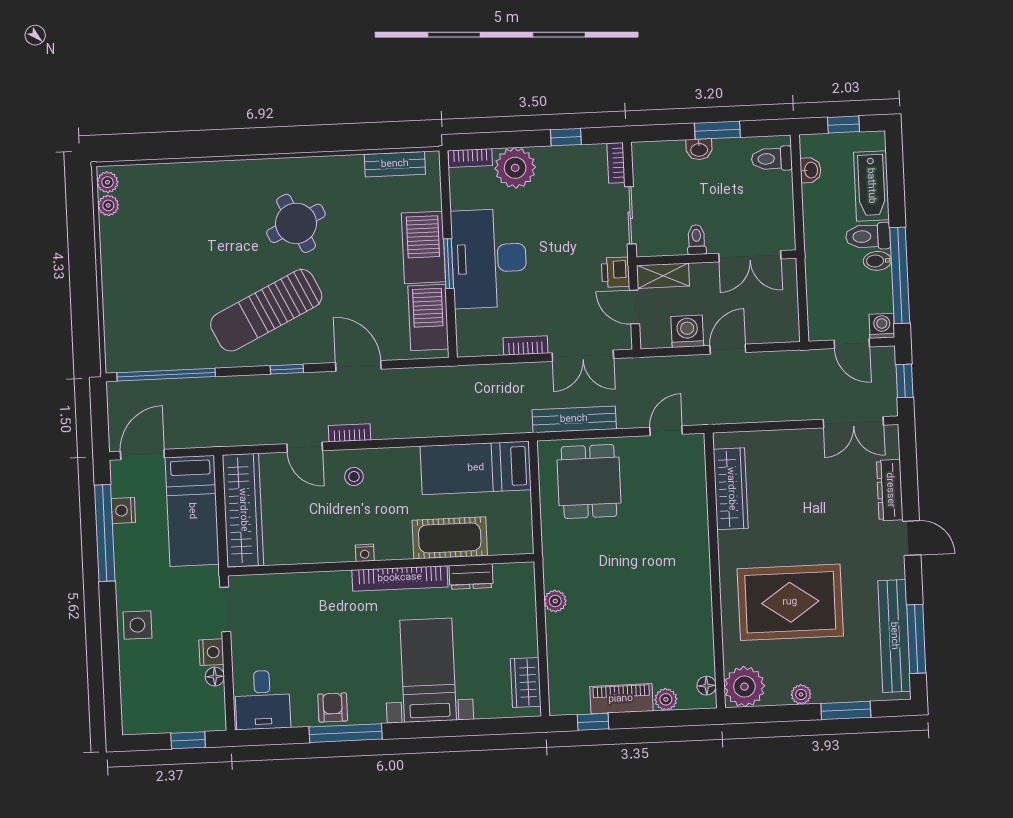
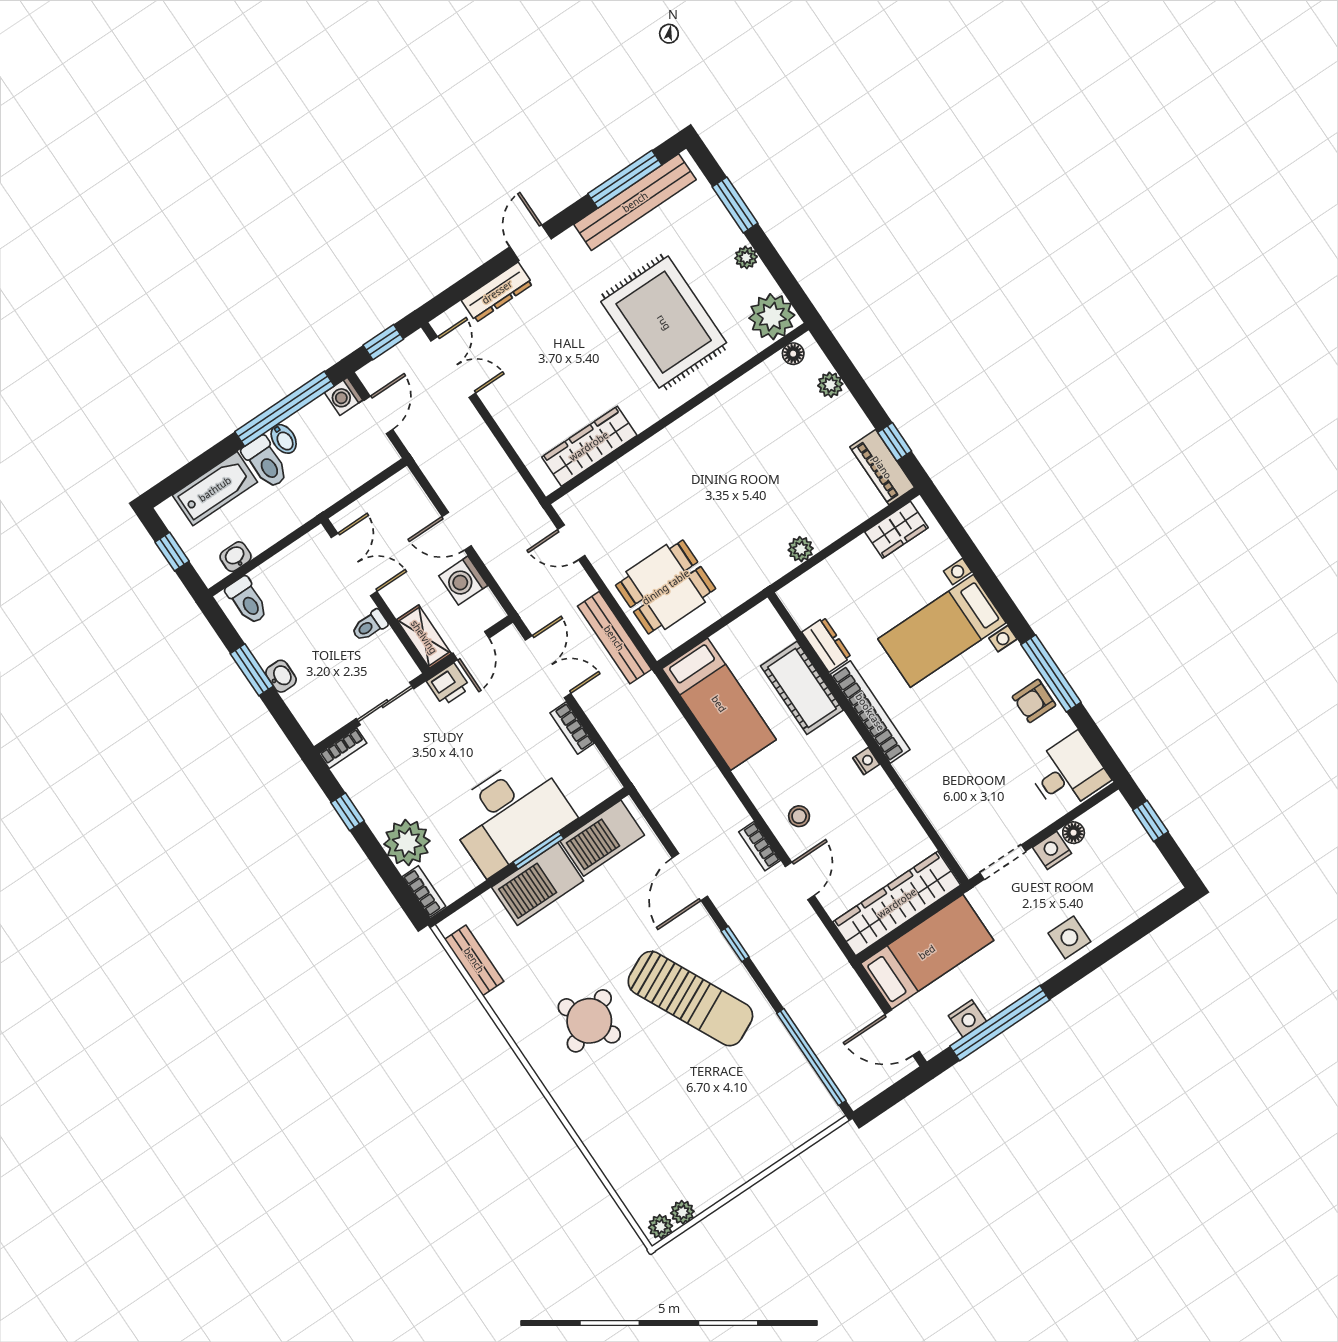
piano: (621, 699) -> (882, 467), moved

